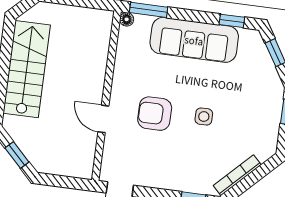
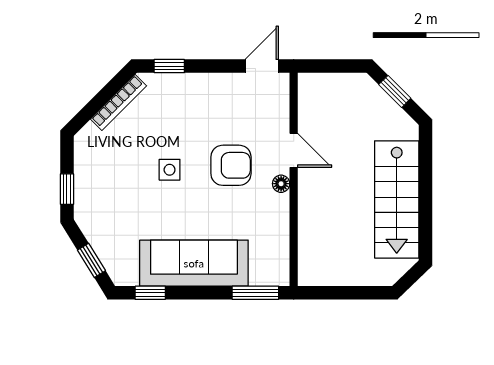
floor lamp: (127, 19) -> (281, 184), moved

